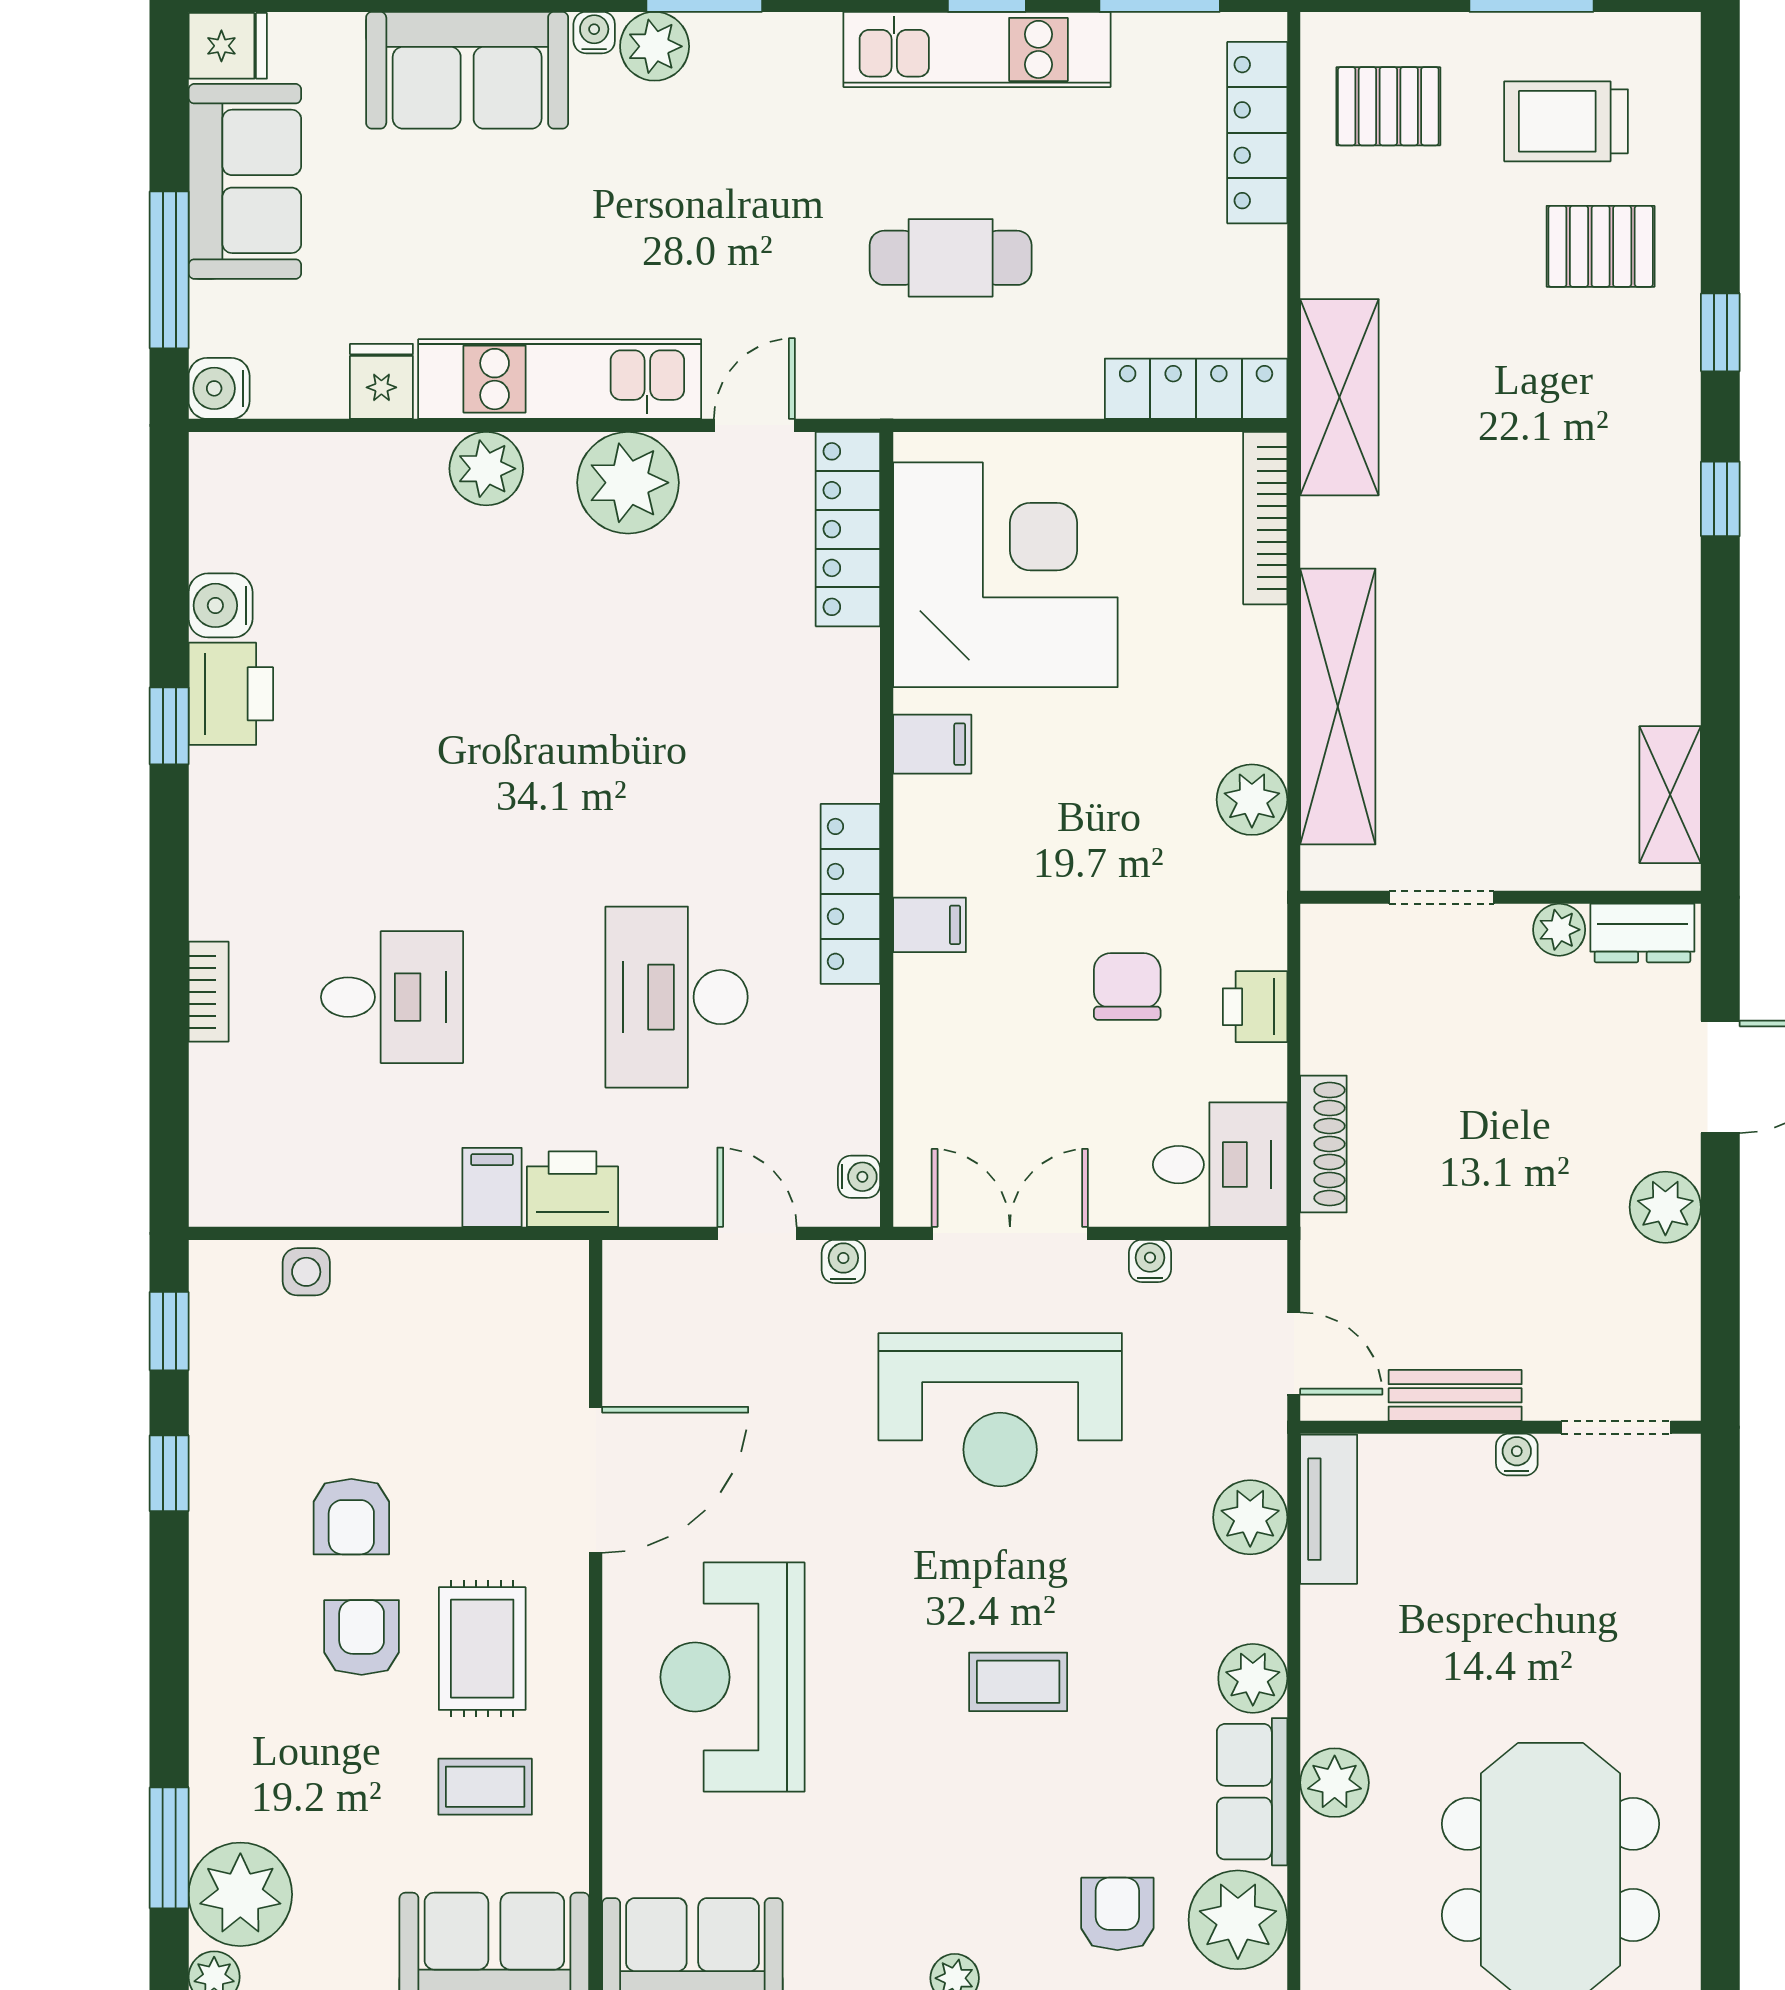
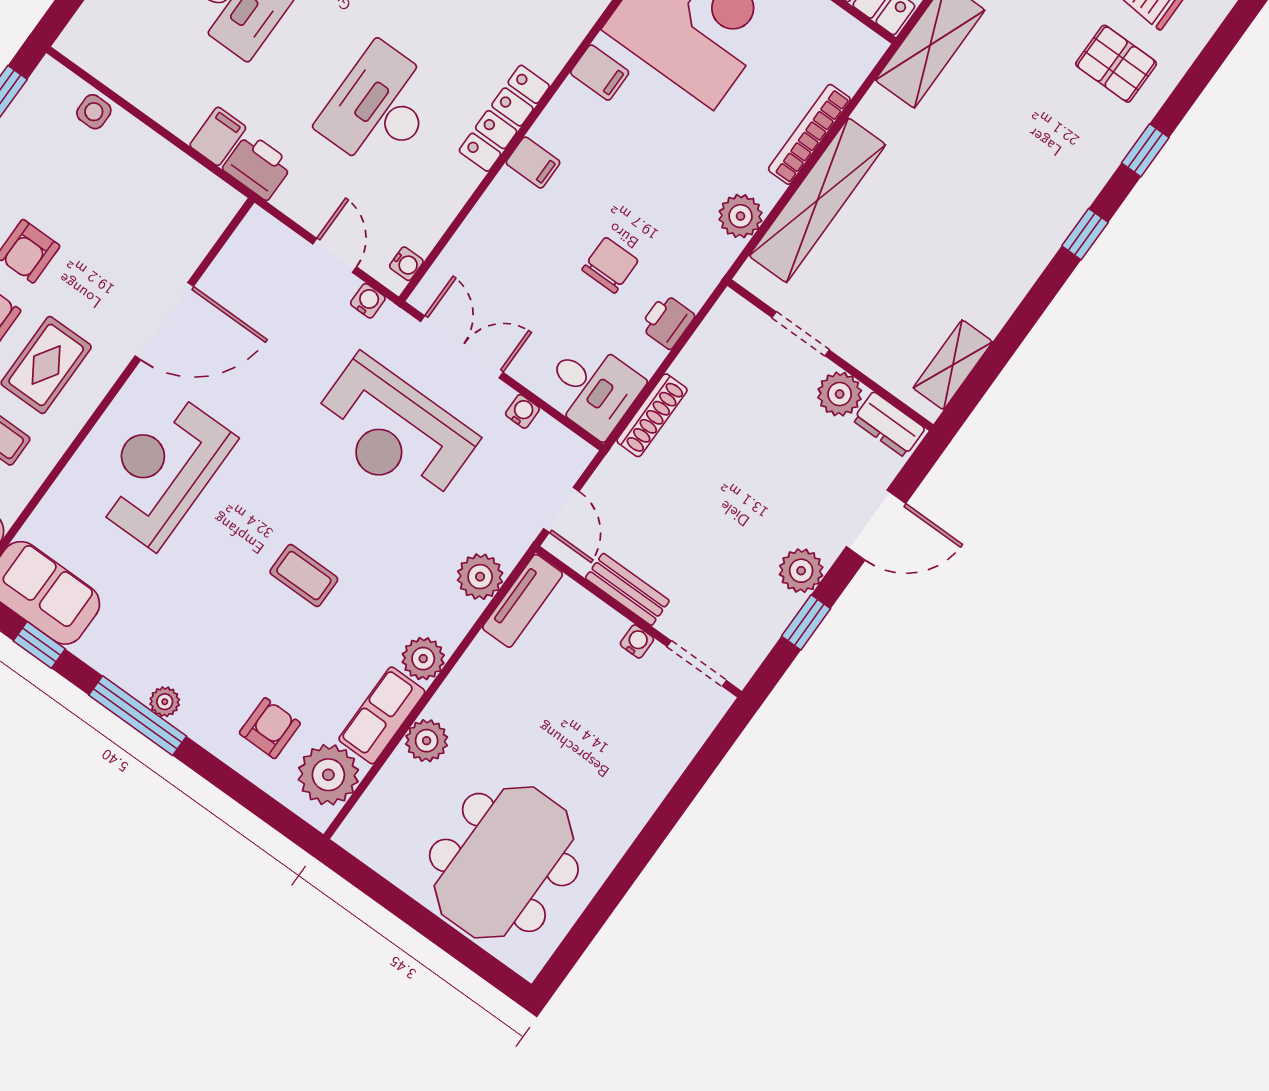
bookcase: (1265, 518) -> (809, 134), moved
plant: (1559, 930) -> (840, 394), width x1.38, depth x1.38
window: (1720, 1270) -> (806, 622), added

